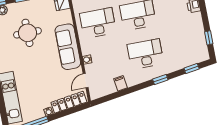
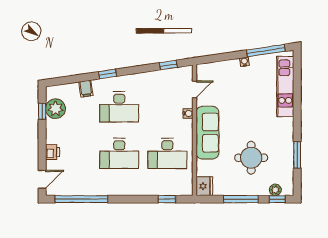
plant: (198, 42) -> (55, 109), added
window: (192, 69) -> (168, 65), moved
filing cabinet: (120, 83) -> (86, 89), moved
locker: (69, 102) -> (219, 68), removed

